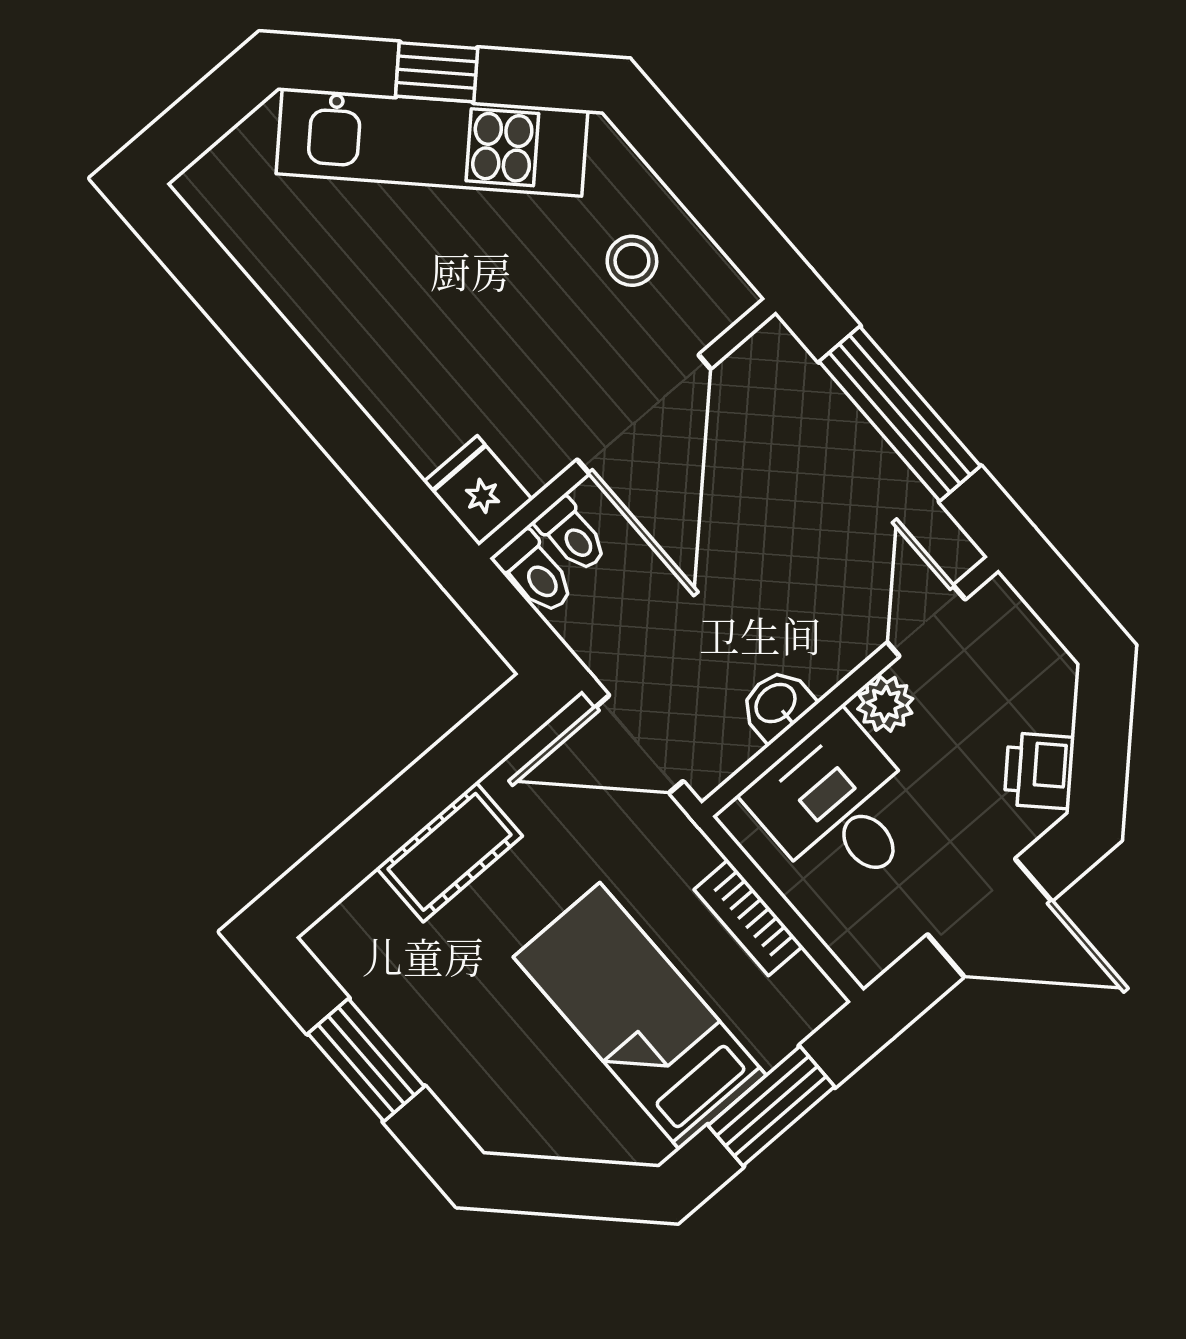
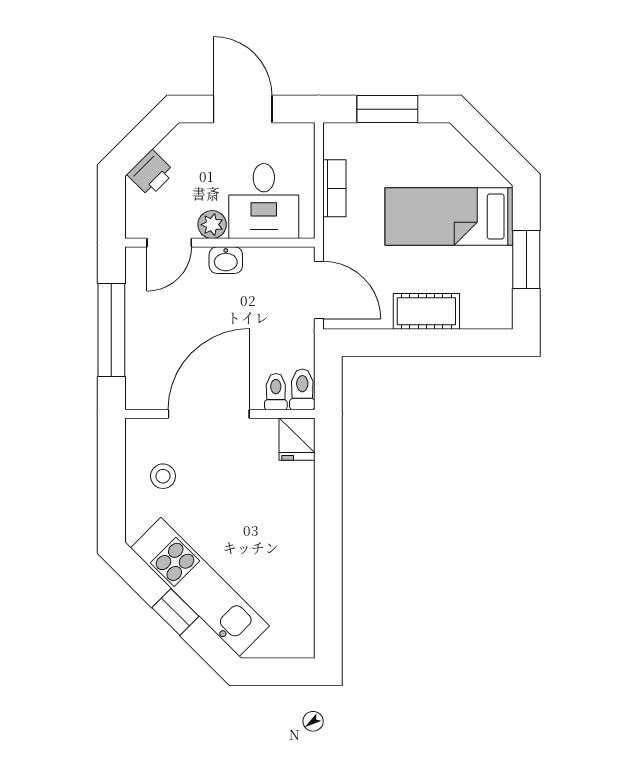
washbasin: (777, 704) -> (226, 260), moved
printer: (1039, 771) -> (151, 173), moved
bed: (640, 1016) -> (449, 216), moved, turned 90

